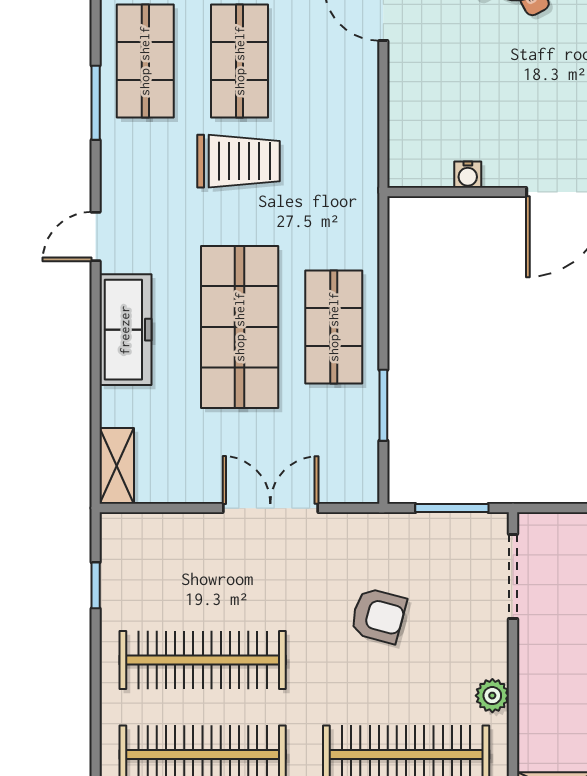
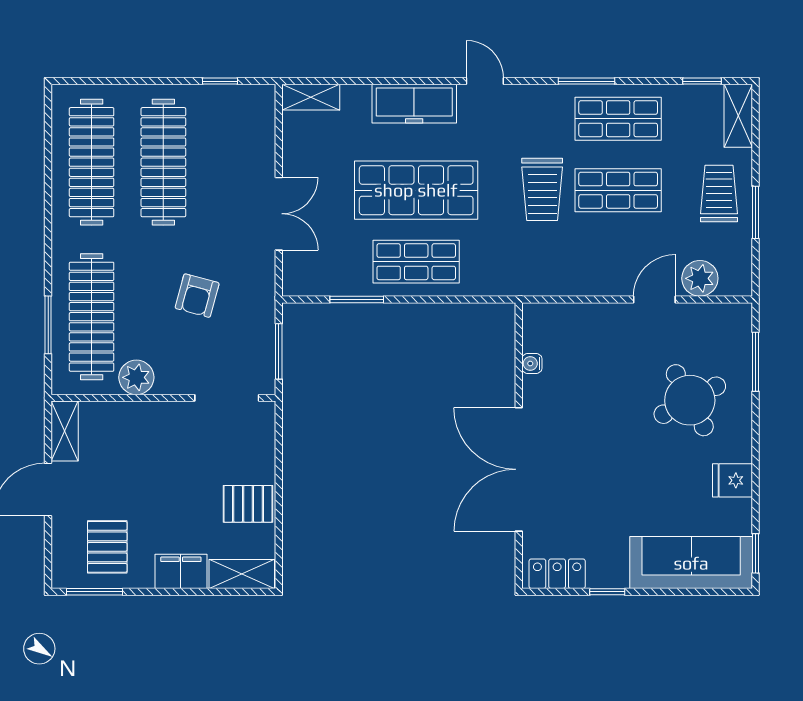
plant: (492, 696) -> (136, 377), width x1.38, depth x1.38

